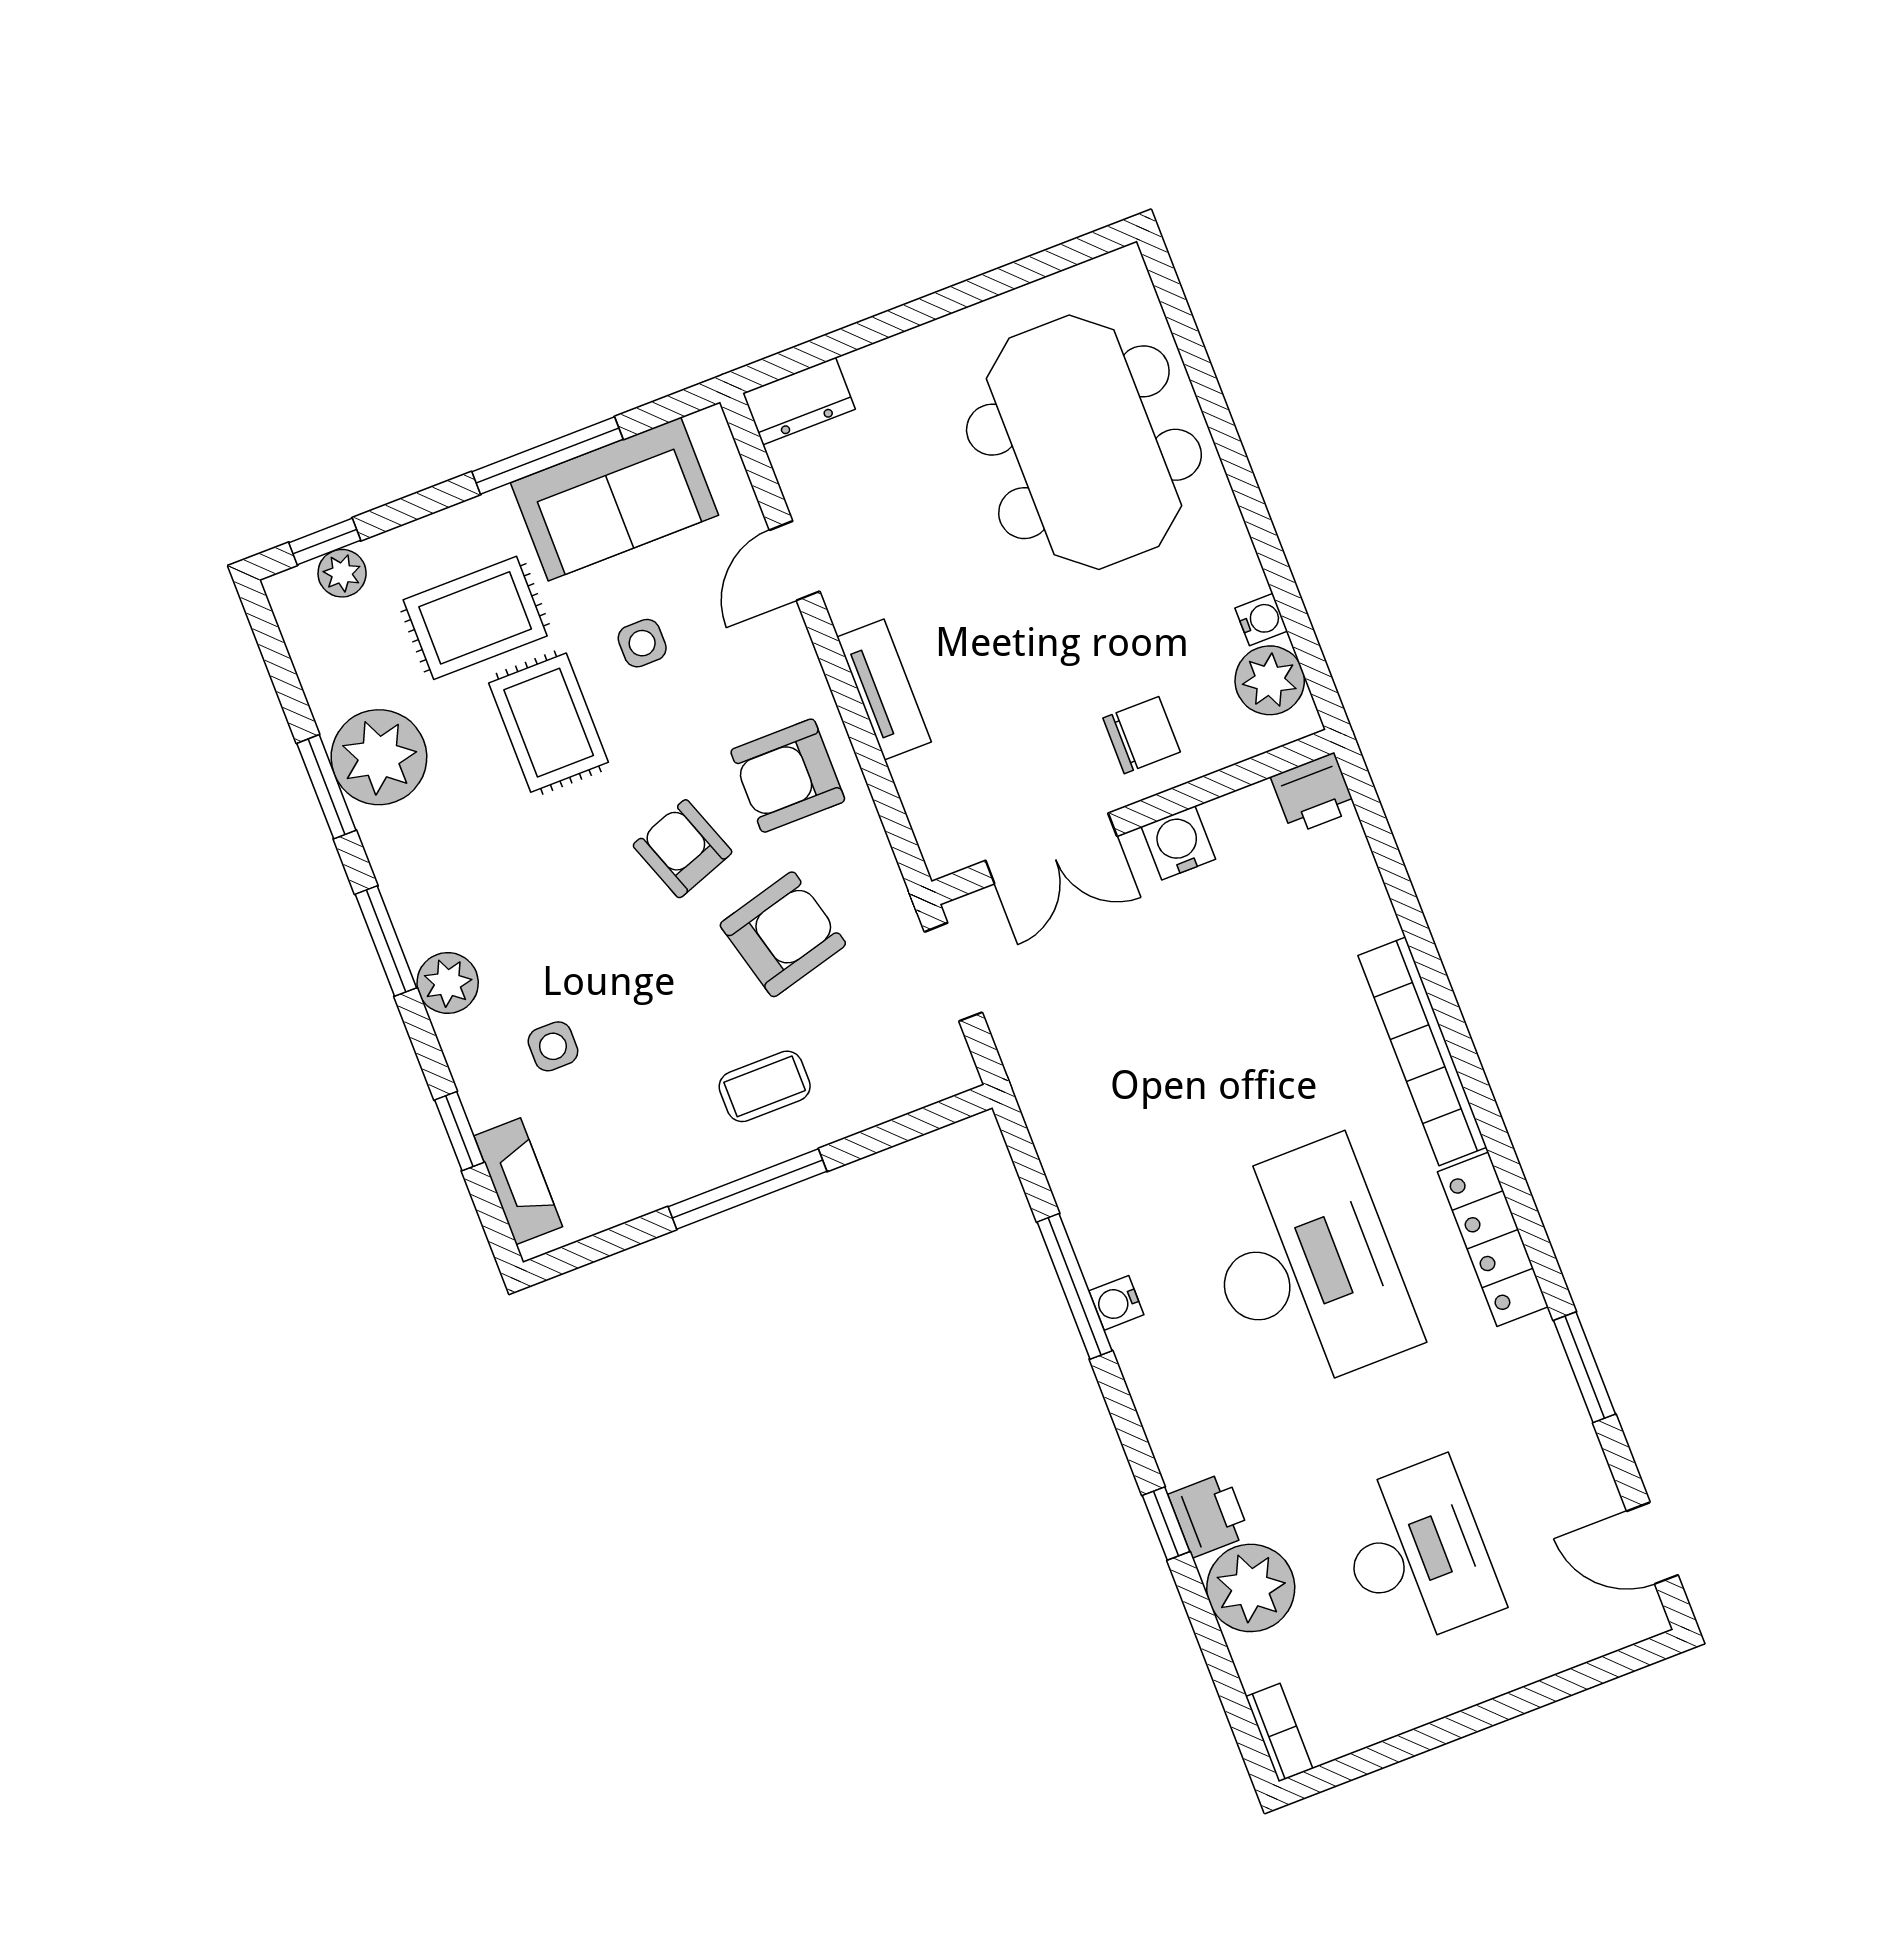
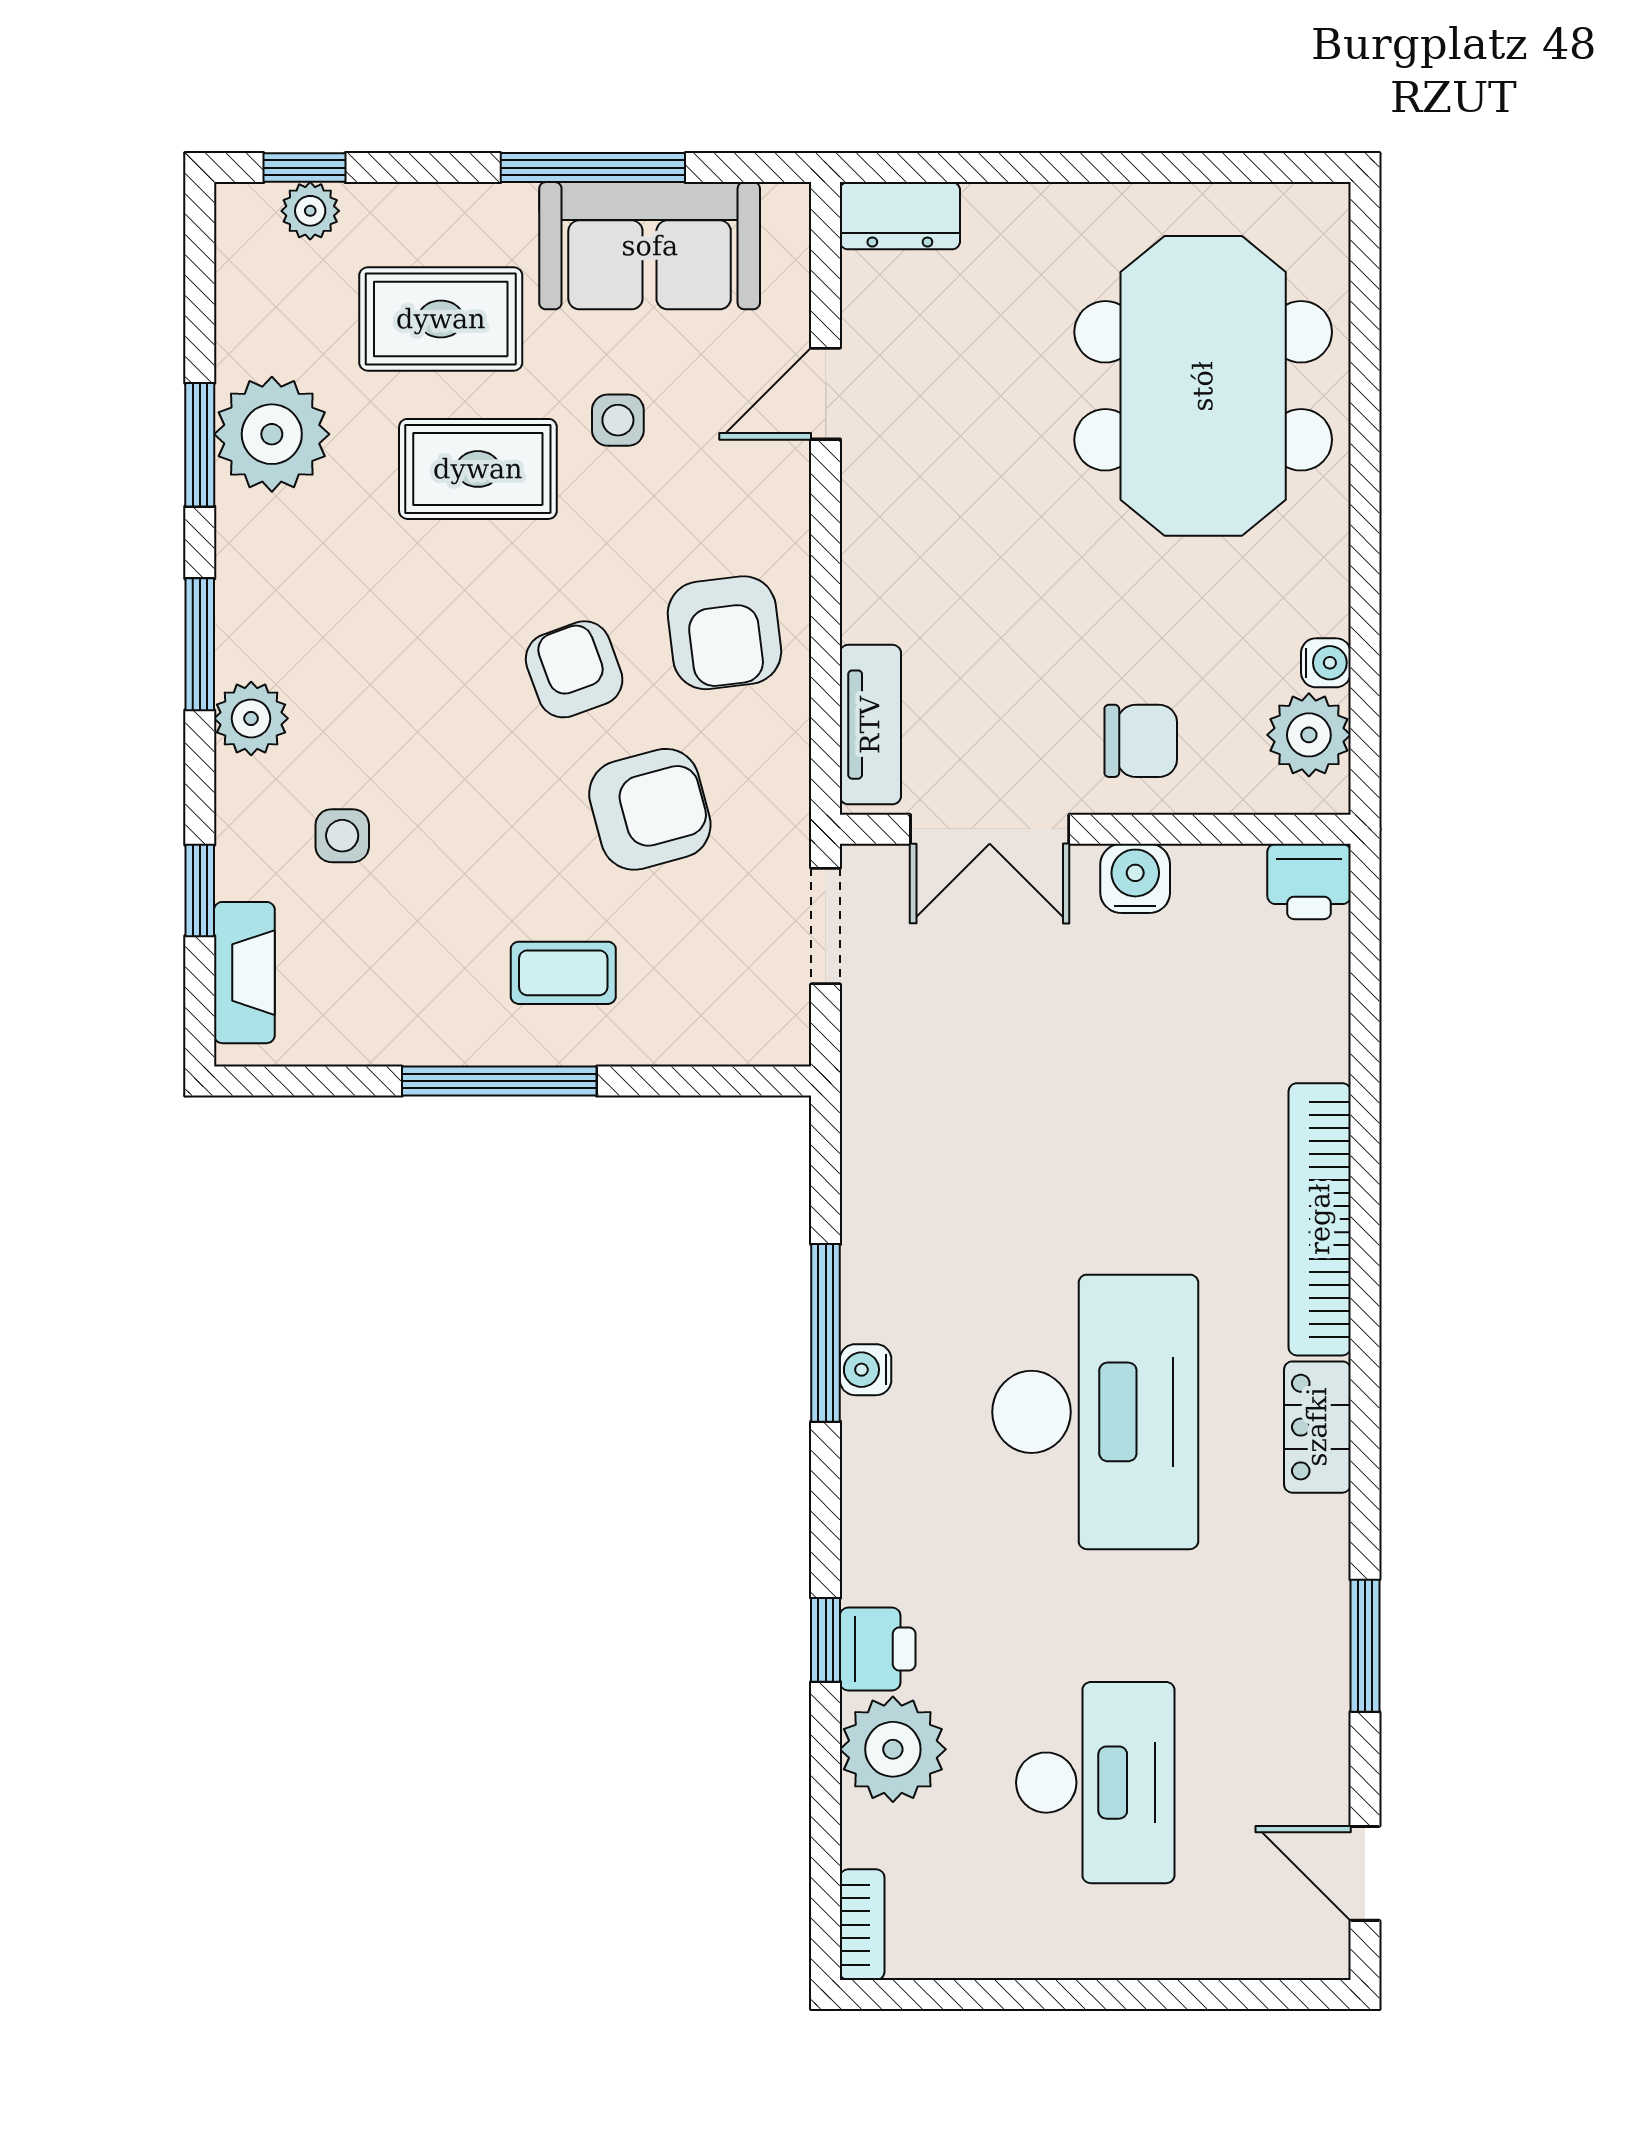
tv unit: (884, 690) -> (870, 725), moved
rug: (549, 723) -> (478, 469), turned 90
armchair: (788, 776) -> (724, 633), turned -97
locker: (1493, 1239) -> (1317, 1427), width x0.66

